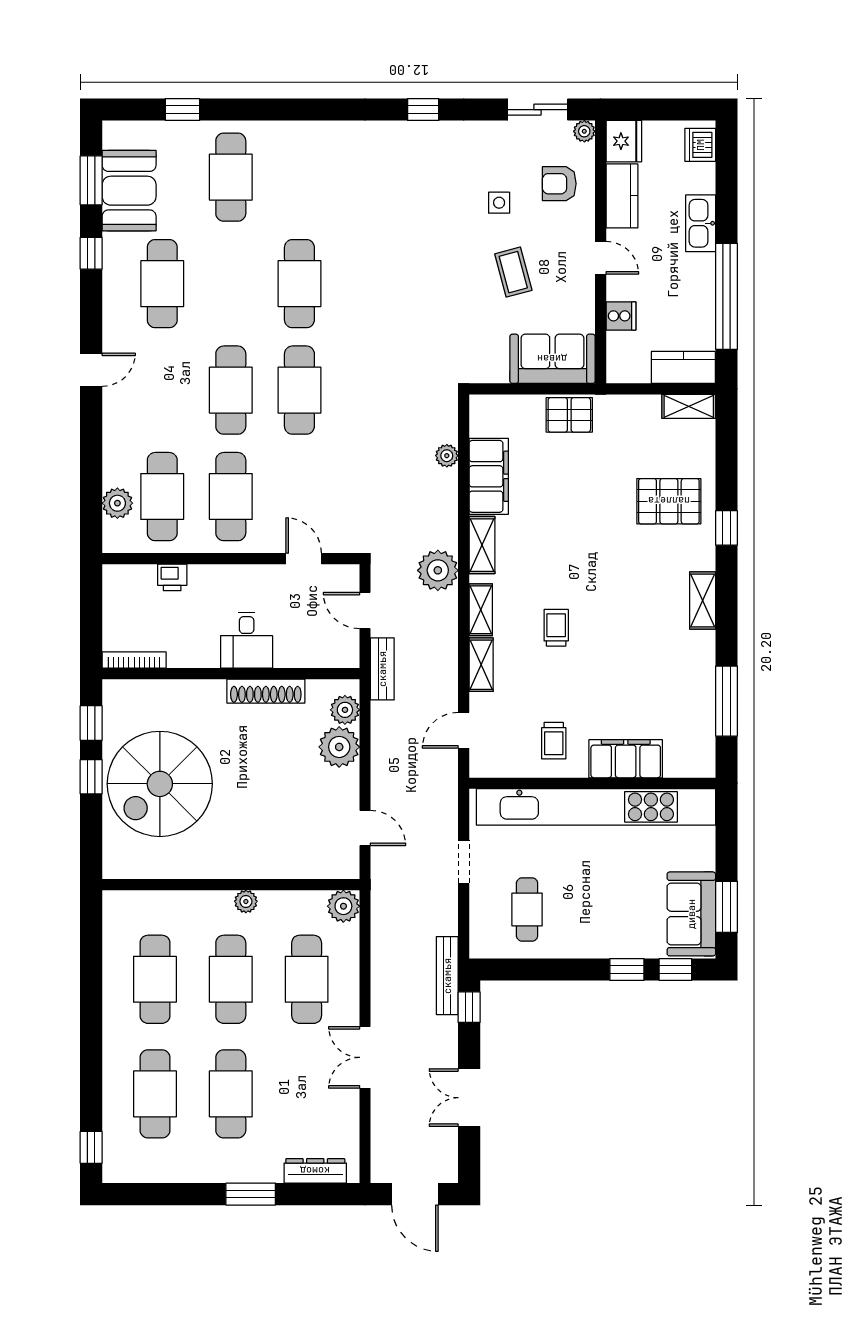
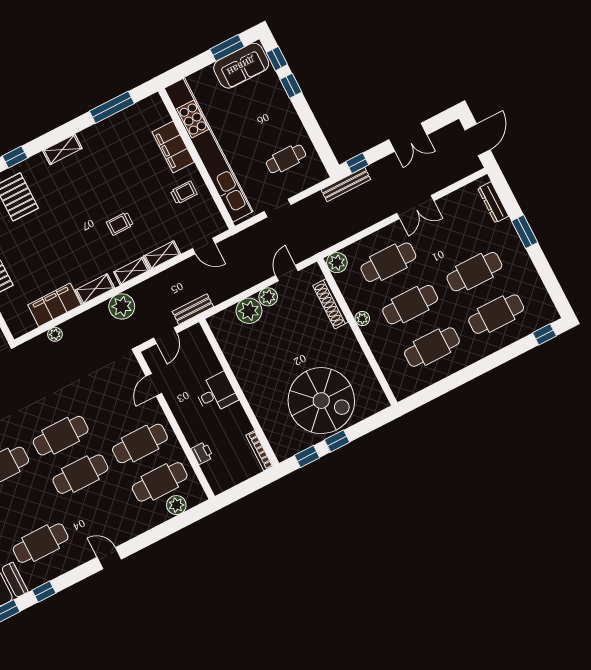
shoe rack: (266, 691) -> (330, 304), moved, turned 180
plant: (345, 710) -> (268, 297), moved

